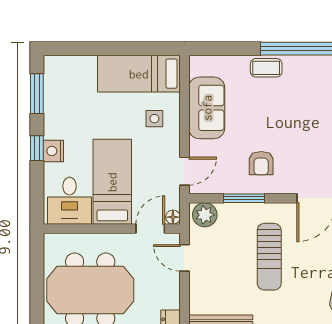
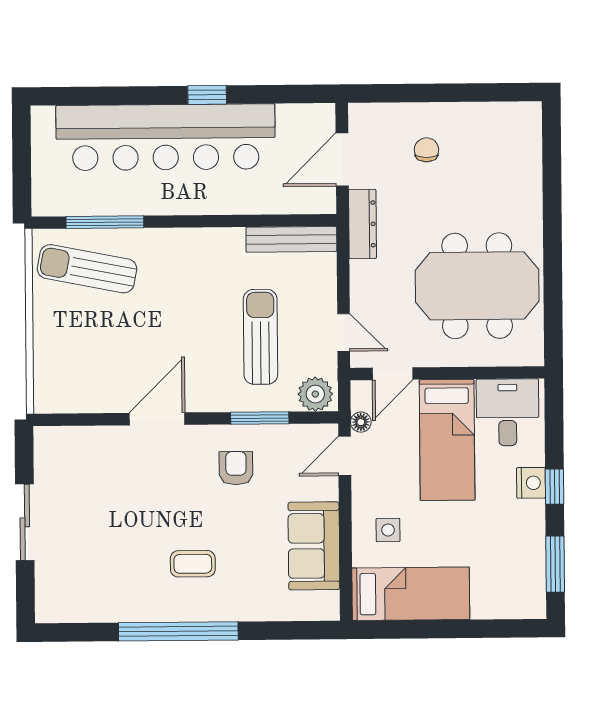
coffee table: (266, 68) -> (193, 564), moved
floor lamp: (173, 217) -> (361, 422), moved
sun lounger: (269, 257) -> (260, 337), moved

